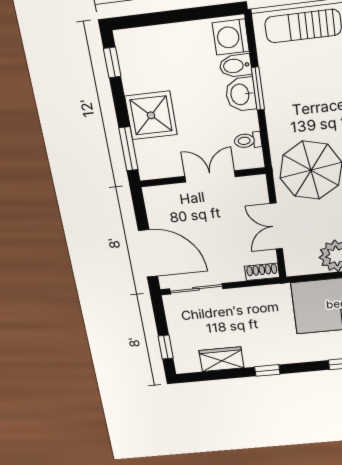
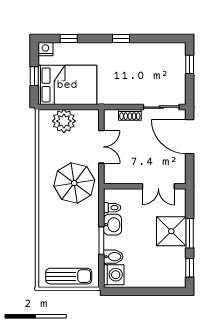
washbasin: (241, 94) -> (113, 225), moved
window: (128, 149) -> (190, 233), moved
double door: (210, 176) -> (158, 186), moved
shoe rack: (262, 272) -> (130, 115), moved
wardrobe: (221, 359) -> (152, 51), removed

